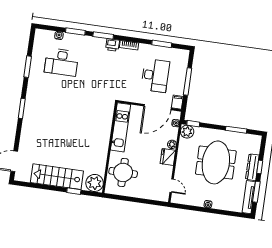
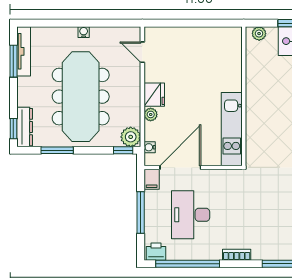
window: (162, 44) -> (188, 264), width x2.11
printer: (113, 45) -> (156, 252), moved
meeting table: (216, 162) -> (81, 97), width x1.36
dresser: (252, 167) -> (25, 127), moved
window: (260, 167) -> (13, 129), moved
round table: (123, 172) -> (218, 62), removed
plant: (95, 183) -> (259, 34), width x0.53, depth x0.53

